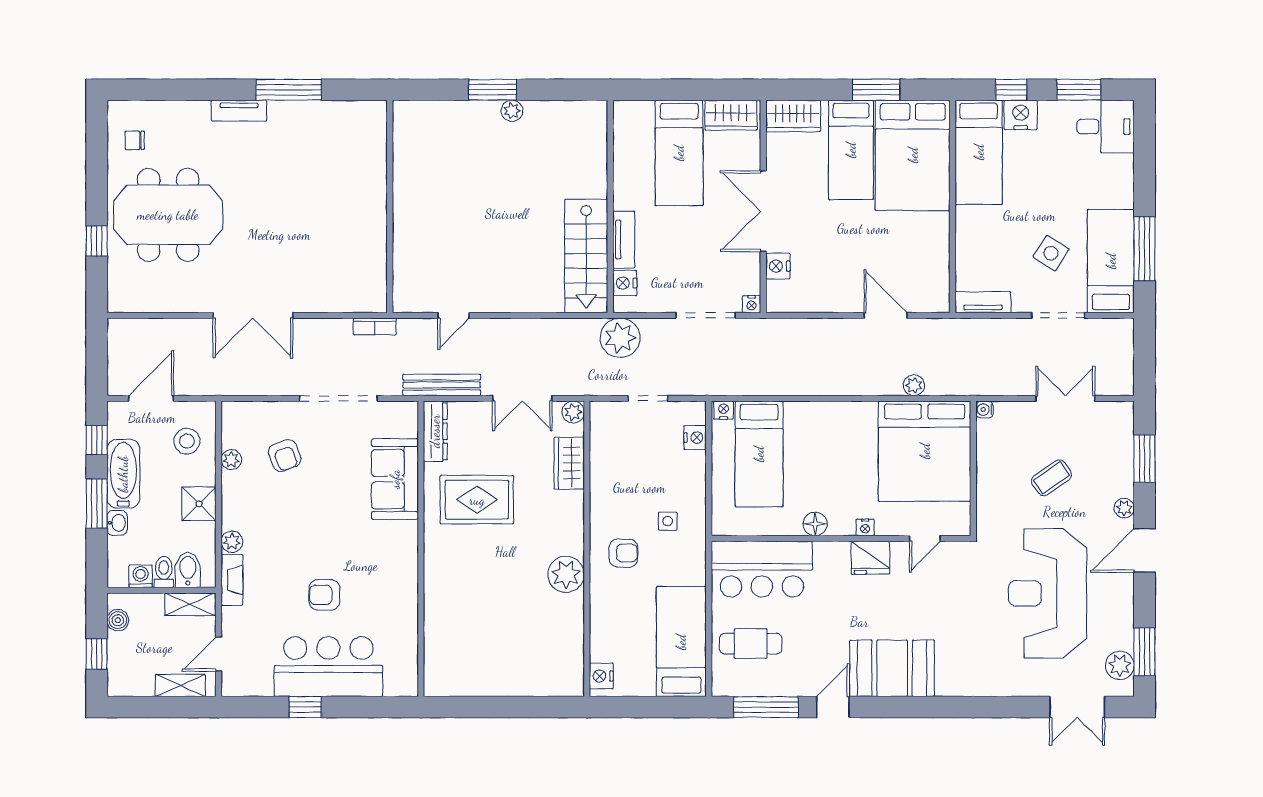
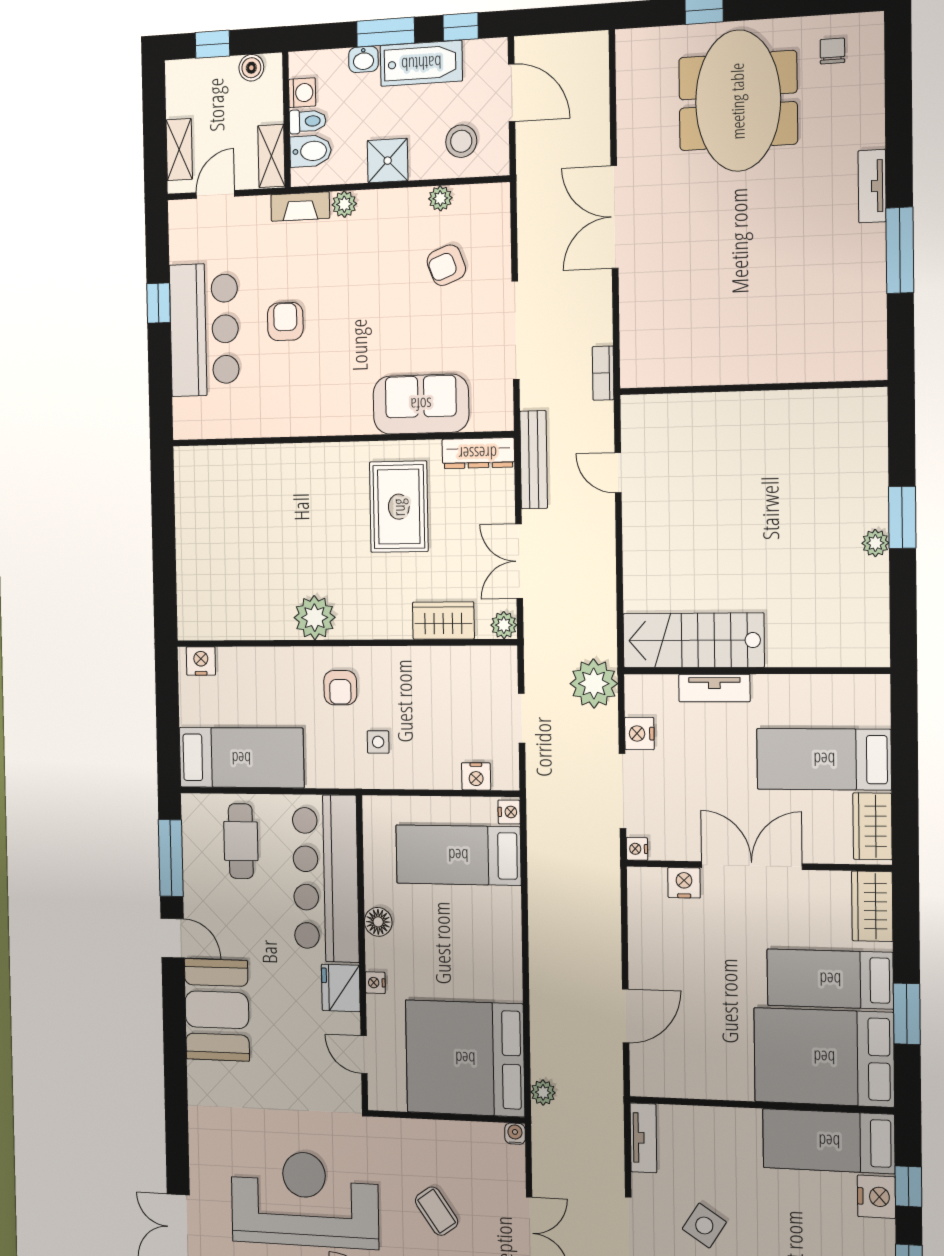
nightstand: (625, 283) -> (639, 734), moved, turned -90
plant: (914, 385) -> (543, 1092), moved
bar counter: (762, 569) -> (326, 878), width x1.36
door: (219, 654) -> (215, 194), hinge flipped

